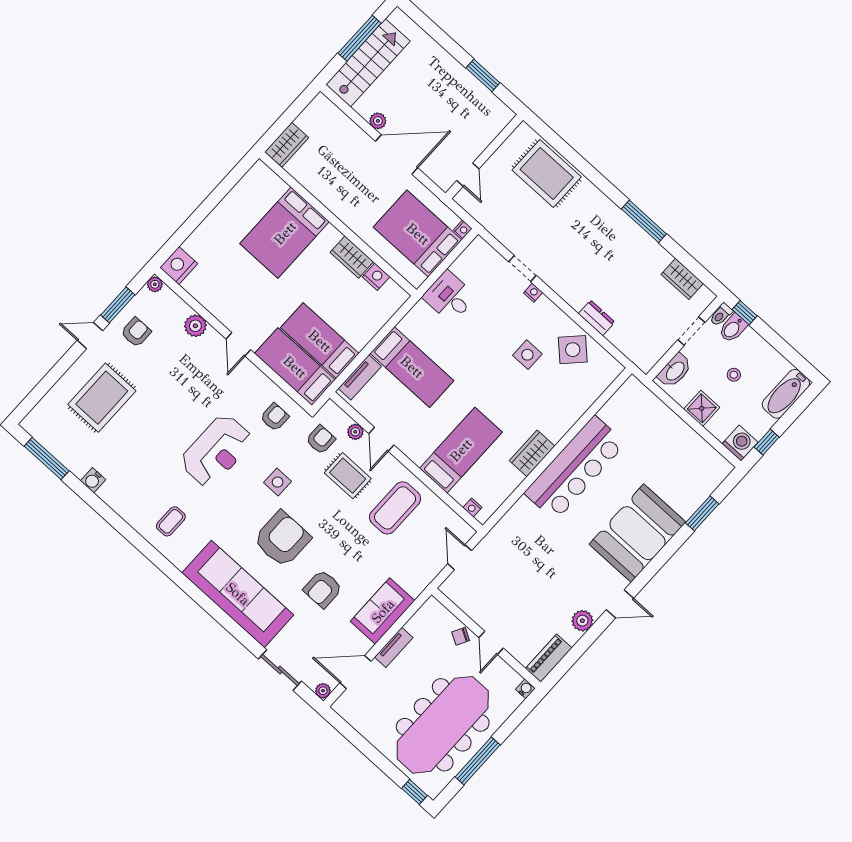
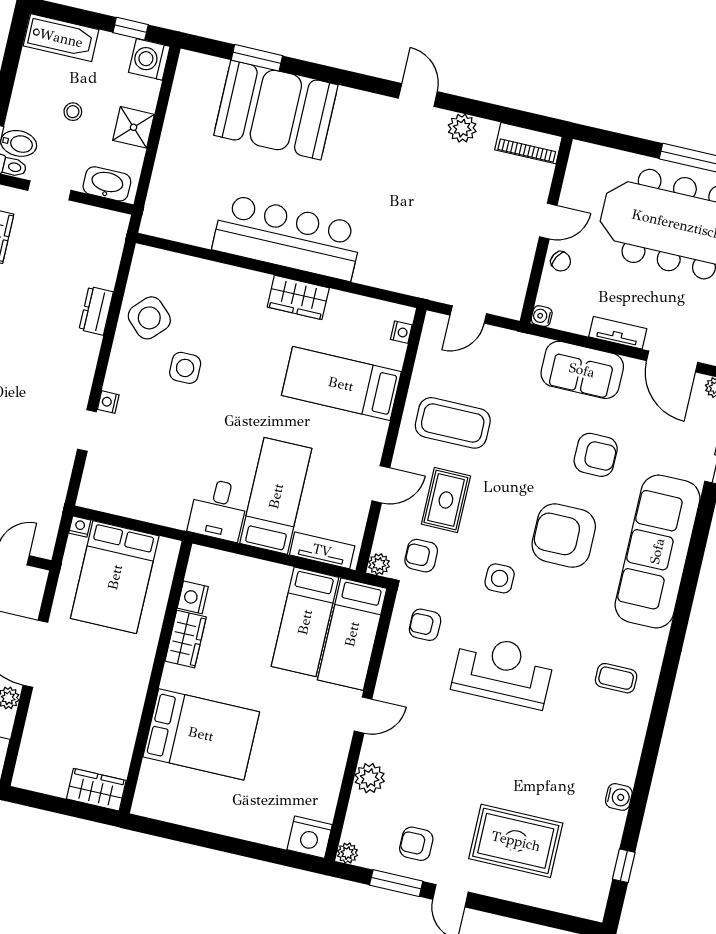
desk: (449, 297) -> (218, 510), moved
plant: (355, 432) -> (379, 564), moved
window: (47, 458) -> (624, 866), width x0.46
booth: (638, 533) -> (276, 110), moved
water cooler: (525, 689) -> (542, 316), moved

